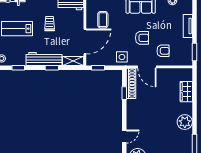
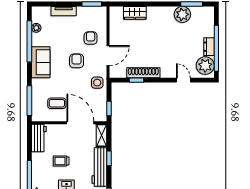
shoe rack: (131, 83) -> (143, 73), moved
plant: (185, 122) -> (182, 14), moved

